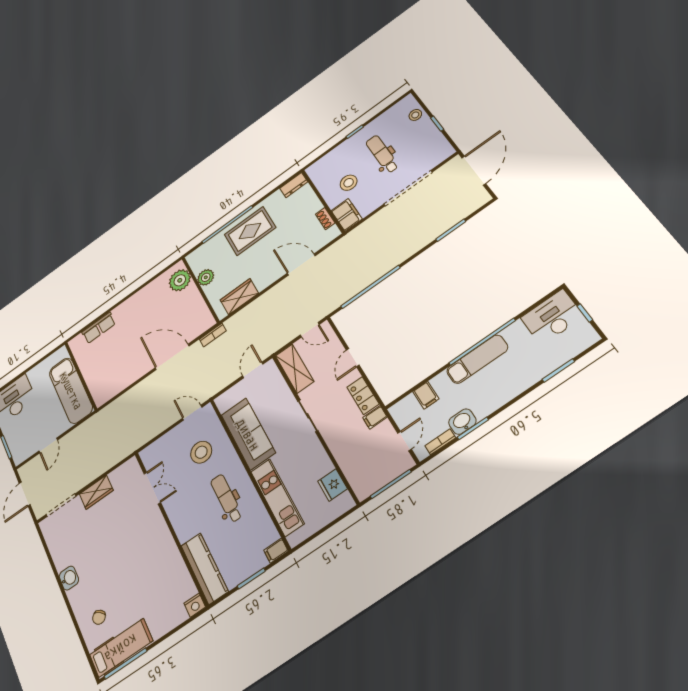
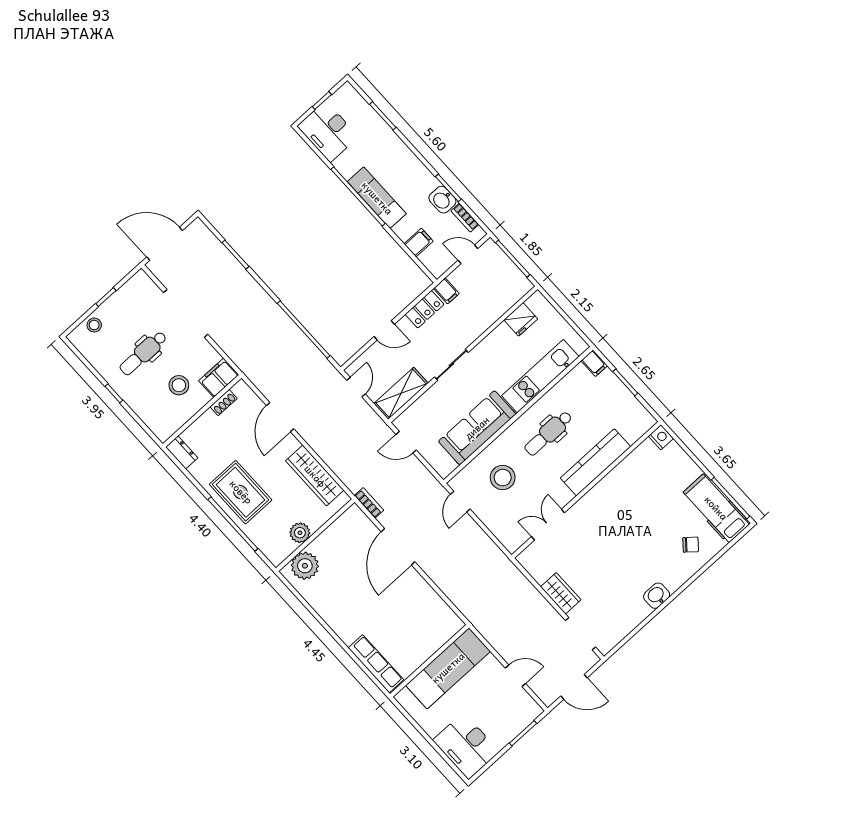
wardrobe: (239, 297) -> (315, 476), width x1.50
row of seats: (99, 328) -> (376, 664), width x1.48
kitchen counter: (205, 568) -> (595, 462), moved

